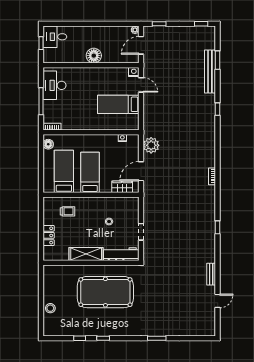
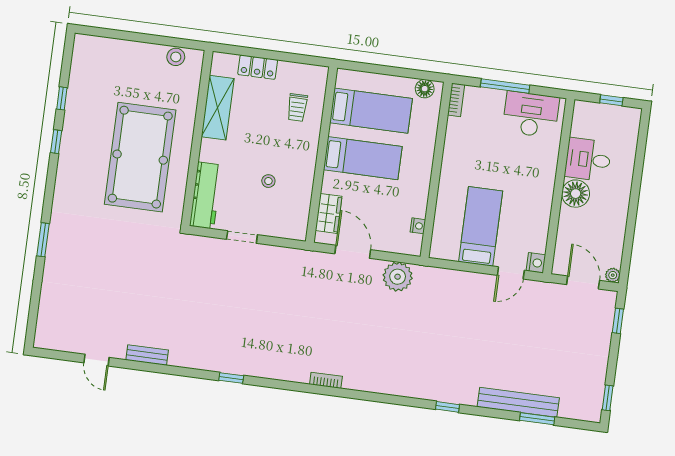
desk: (55, 37) -> (588, 160), moved, turned -90
shelving: (86, 254) -> (218, 108), moved
stool: (50, 308) -> (176, 57), moved

